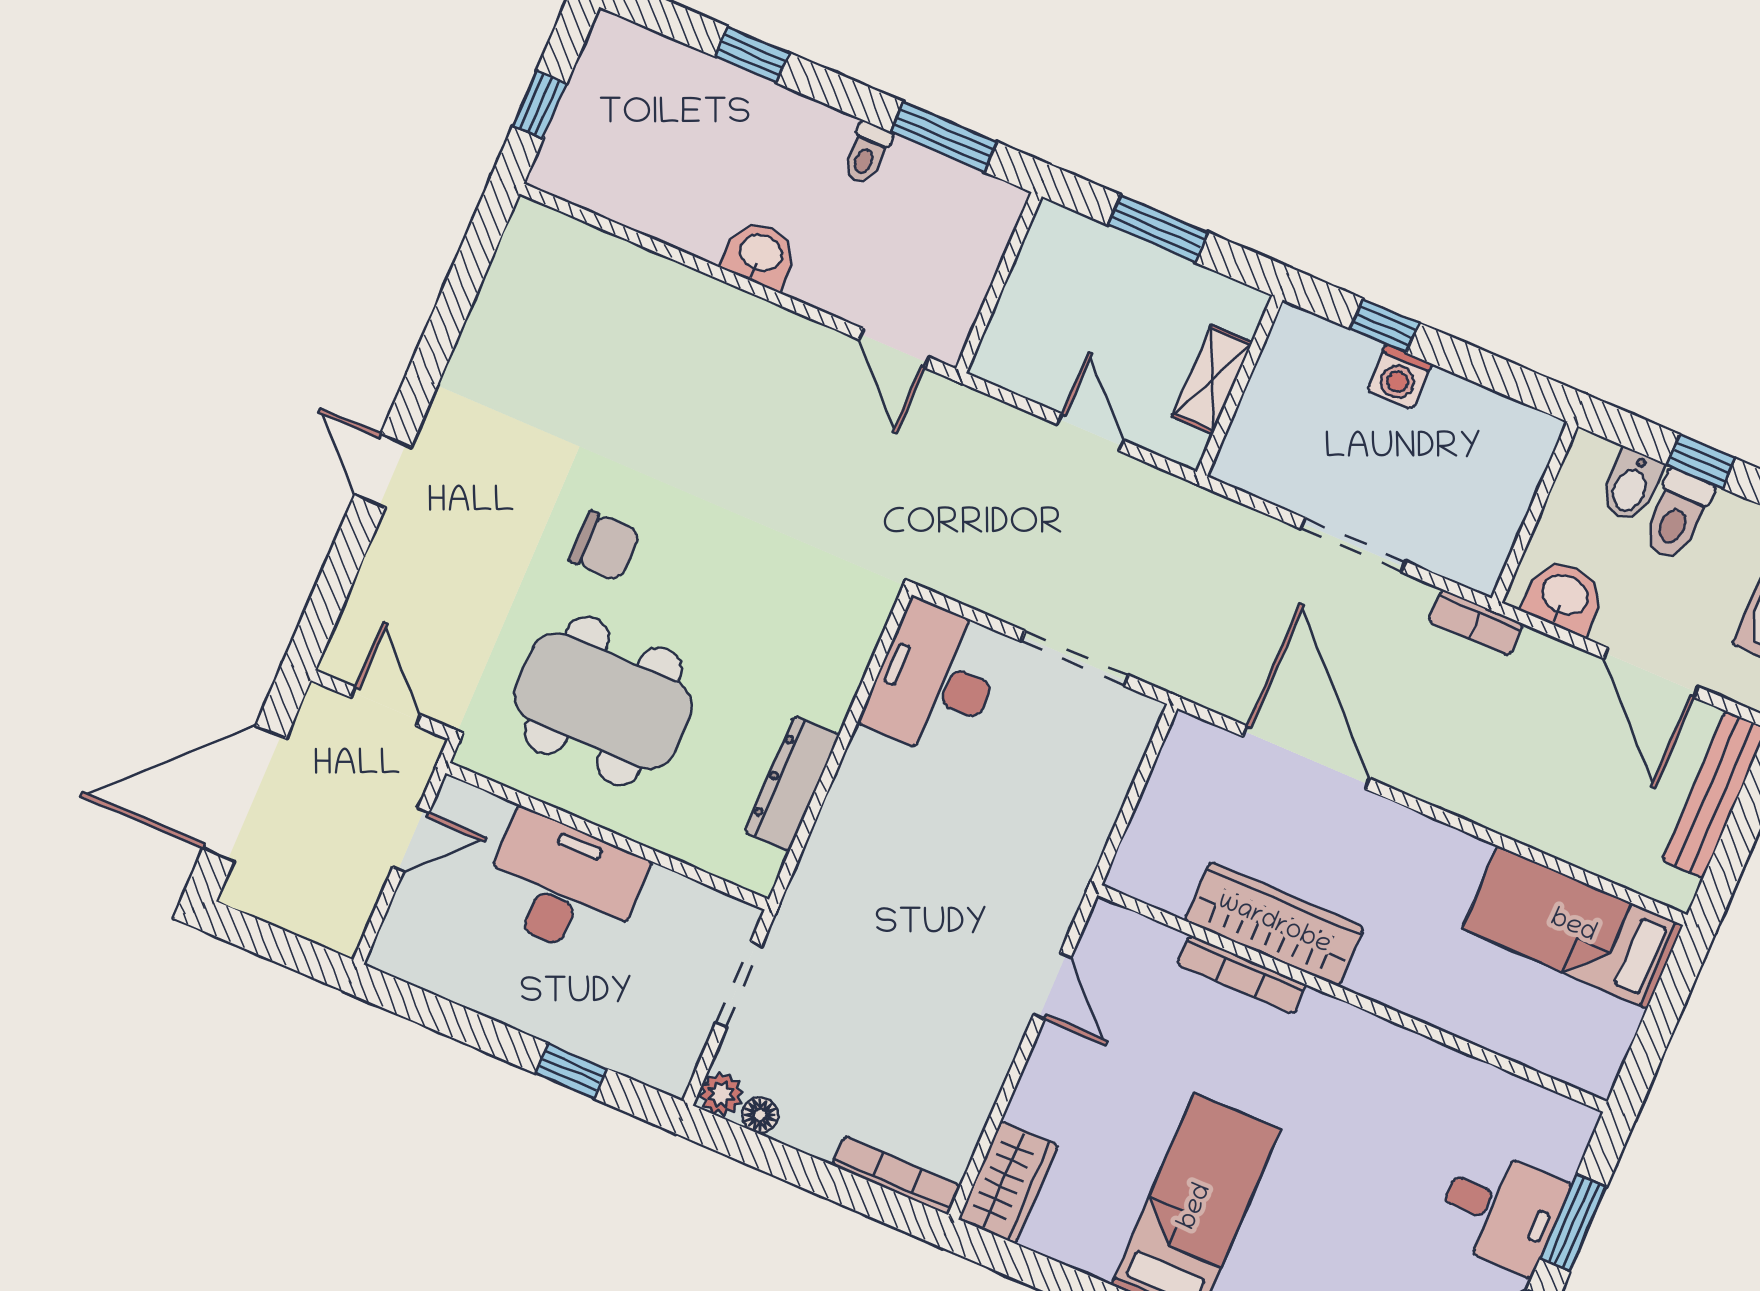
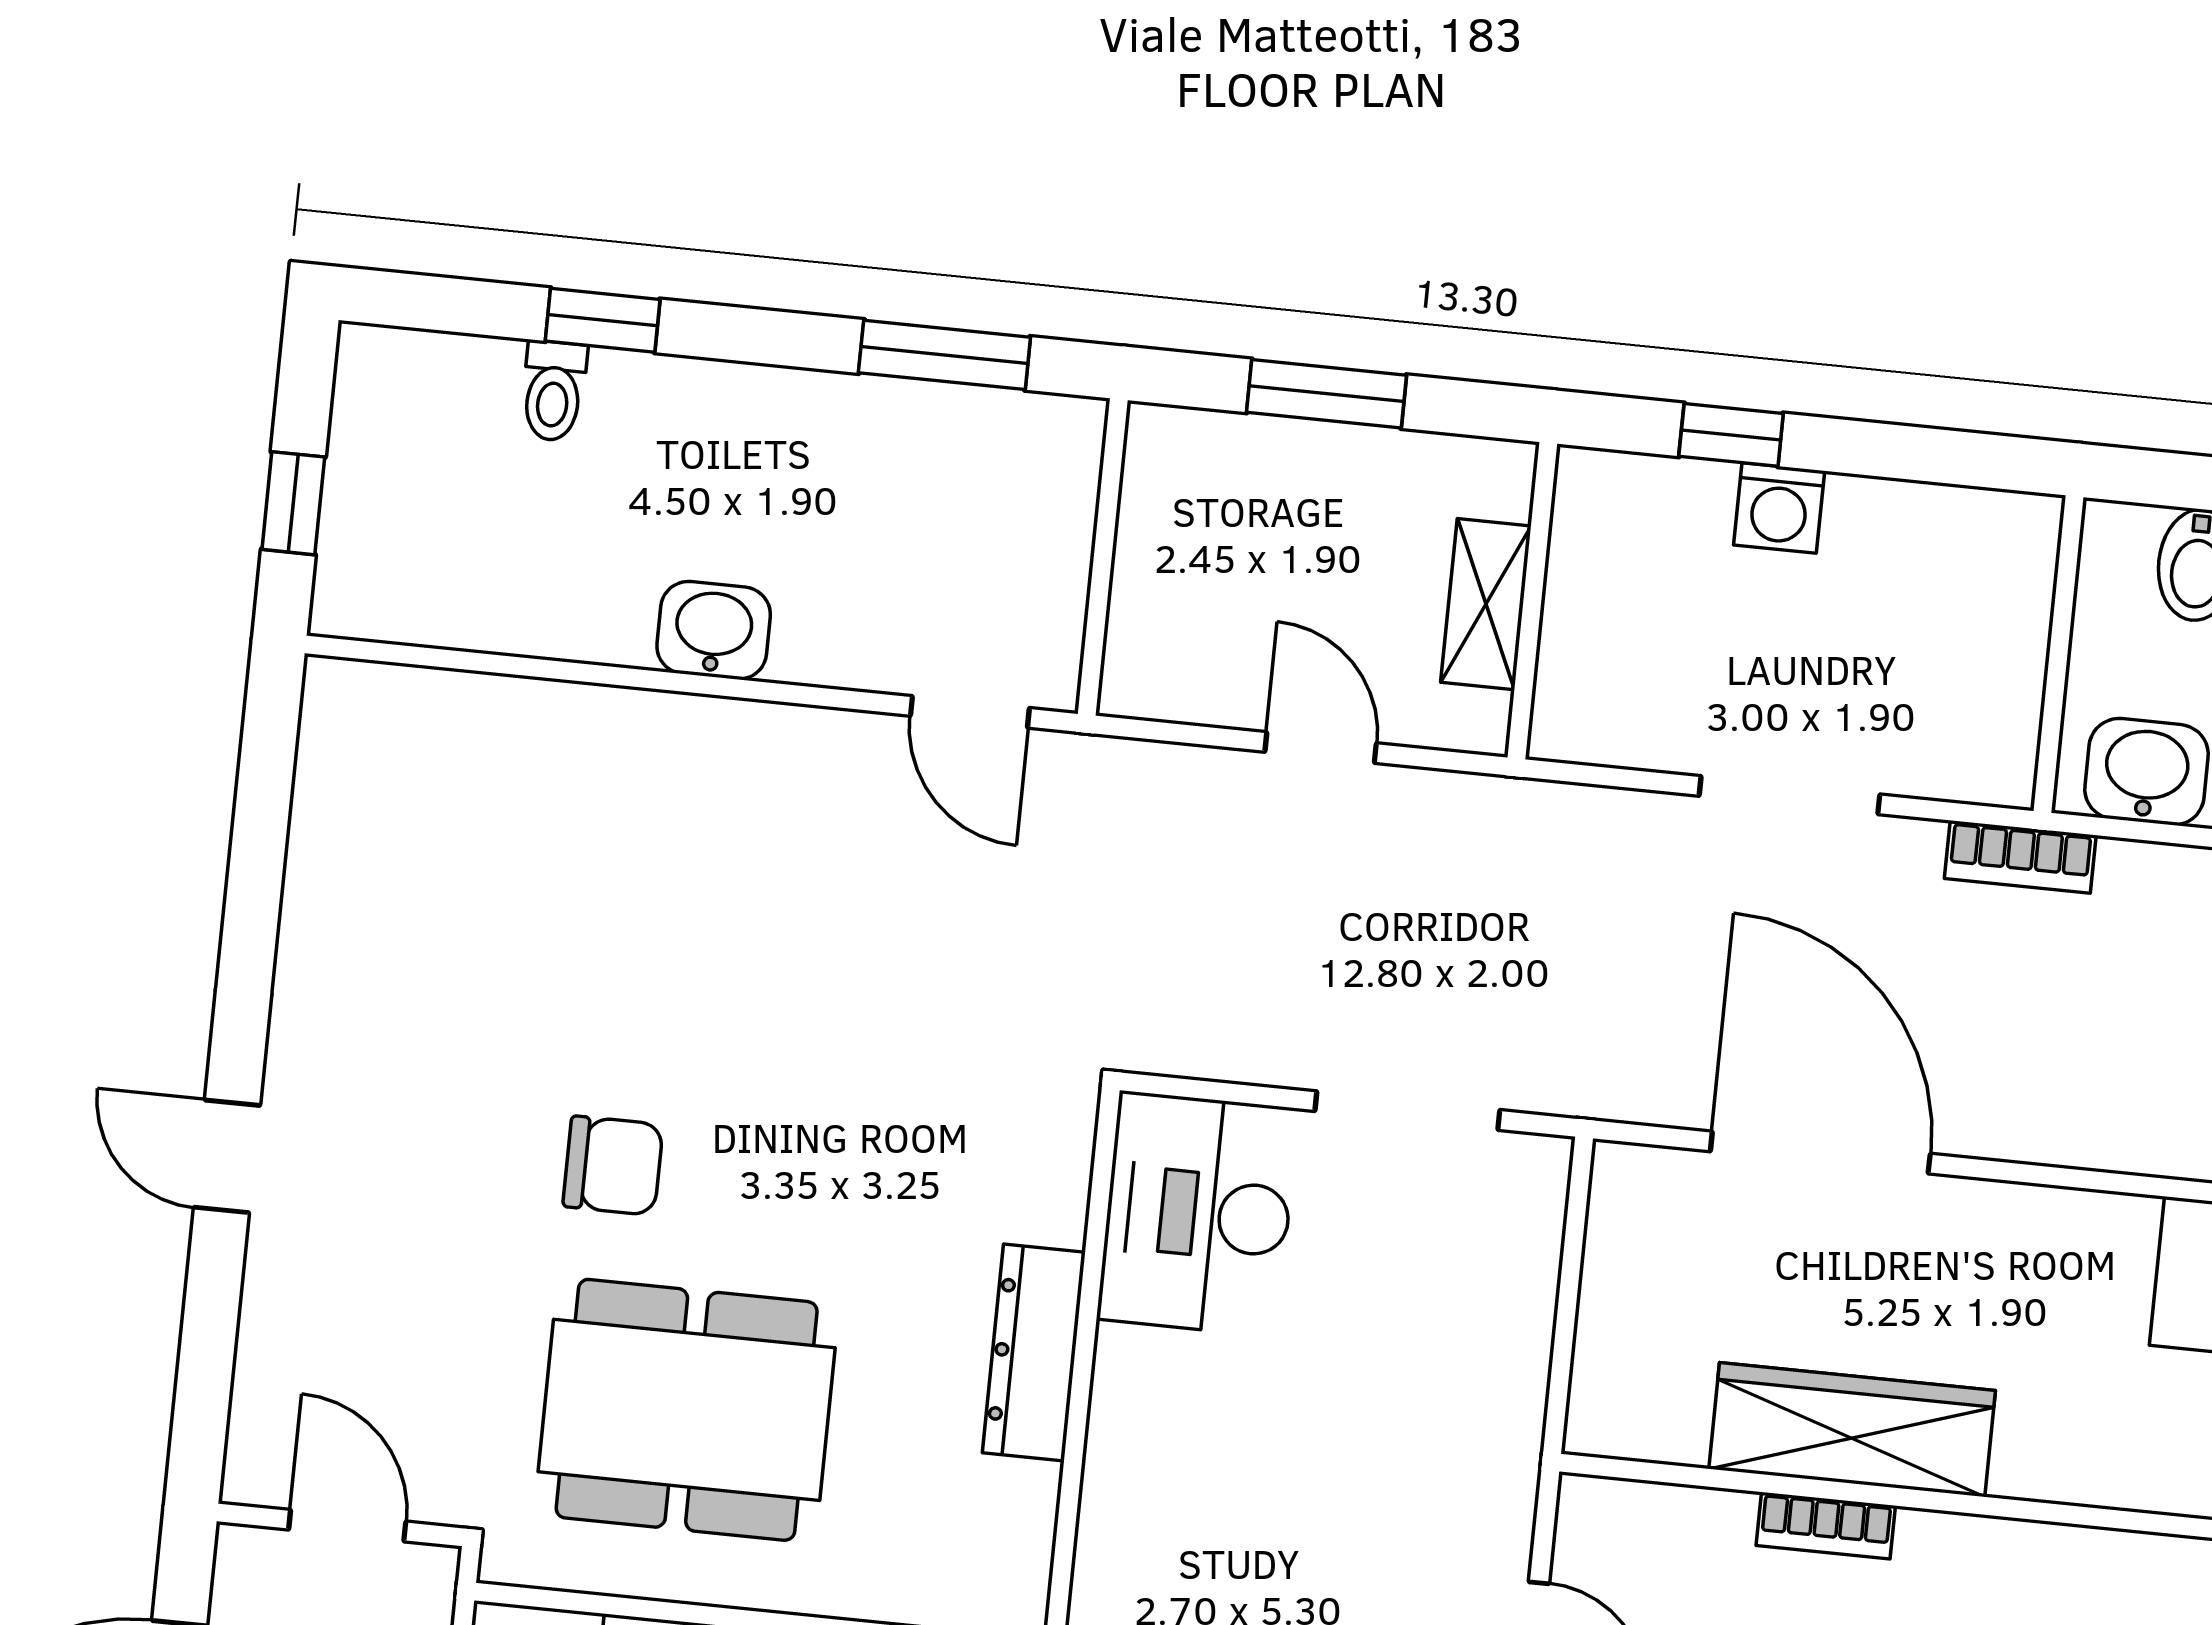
toilet: (867, 154) -> (554, 391), moved
dresser: (792, 783) -> (1034, 1353), moved
bookcase: (1242, 975) -> (1826, 1526), width x0.64

